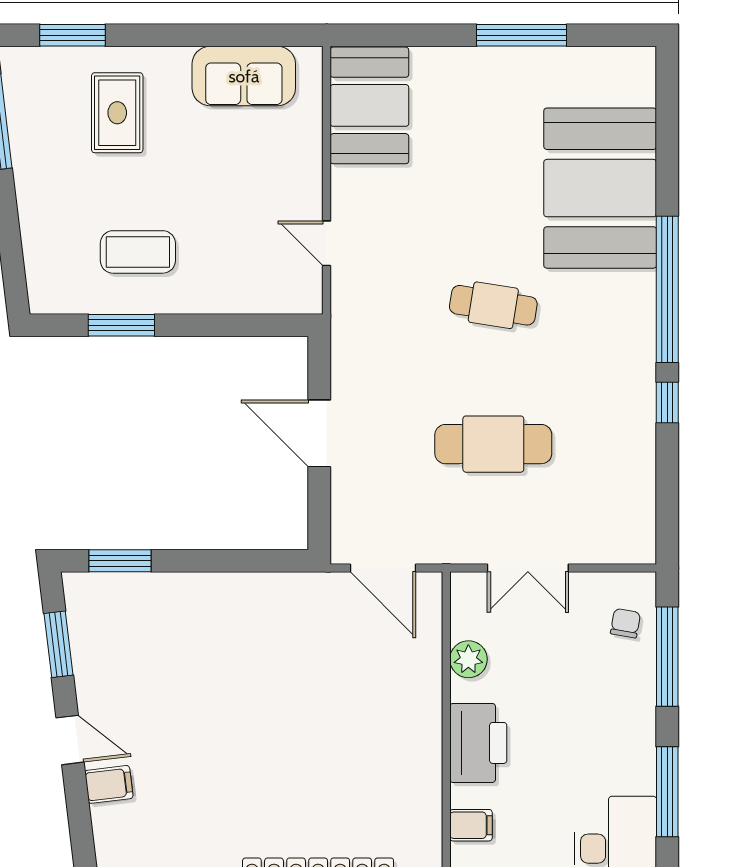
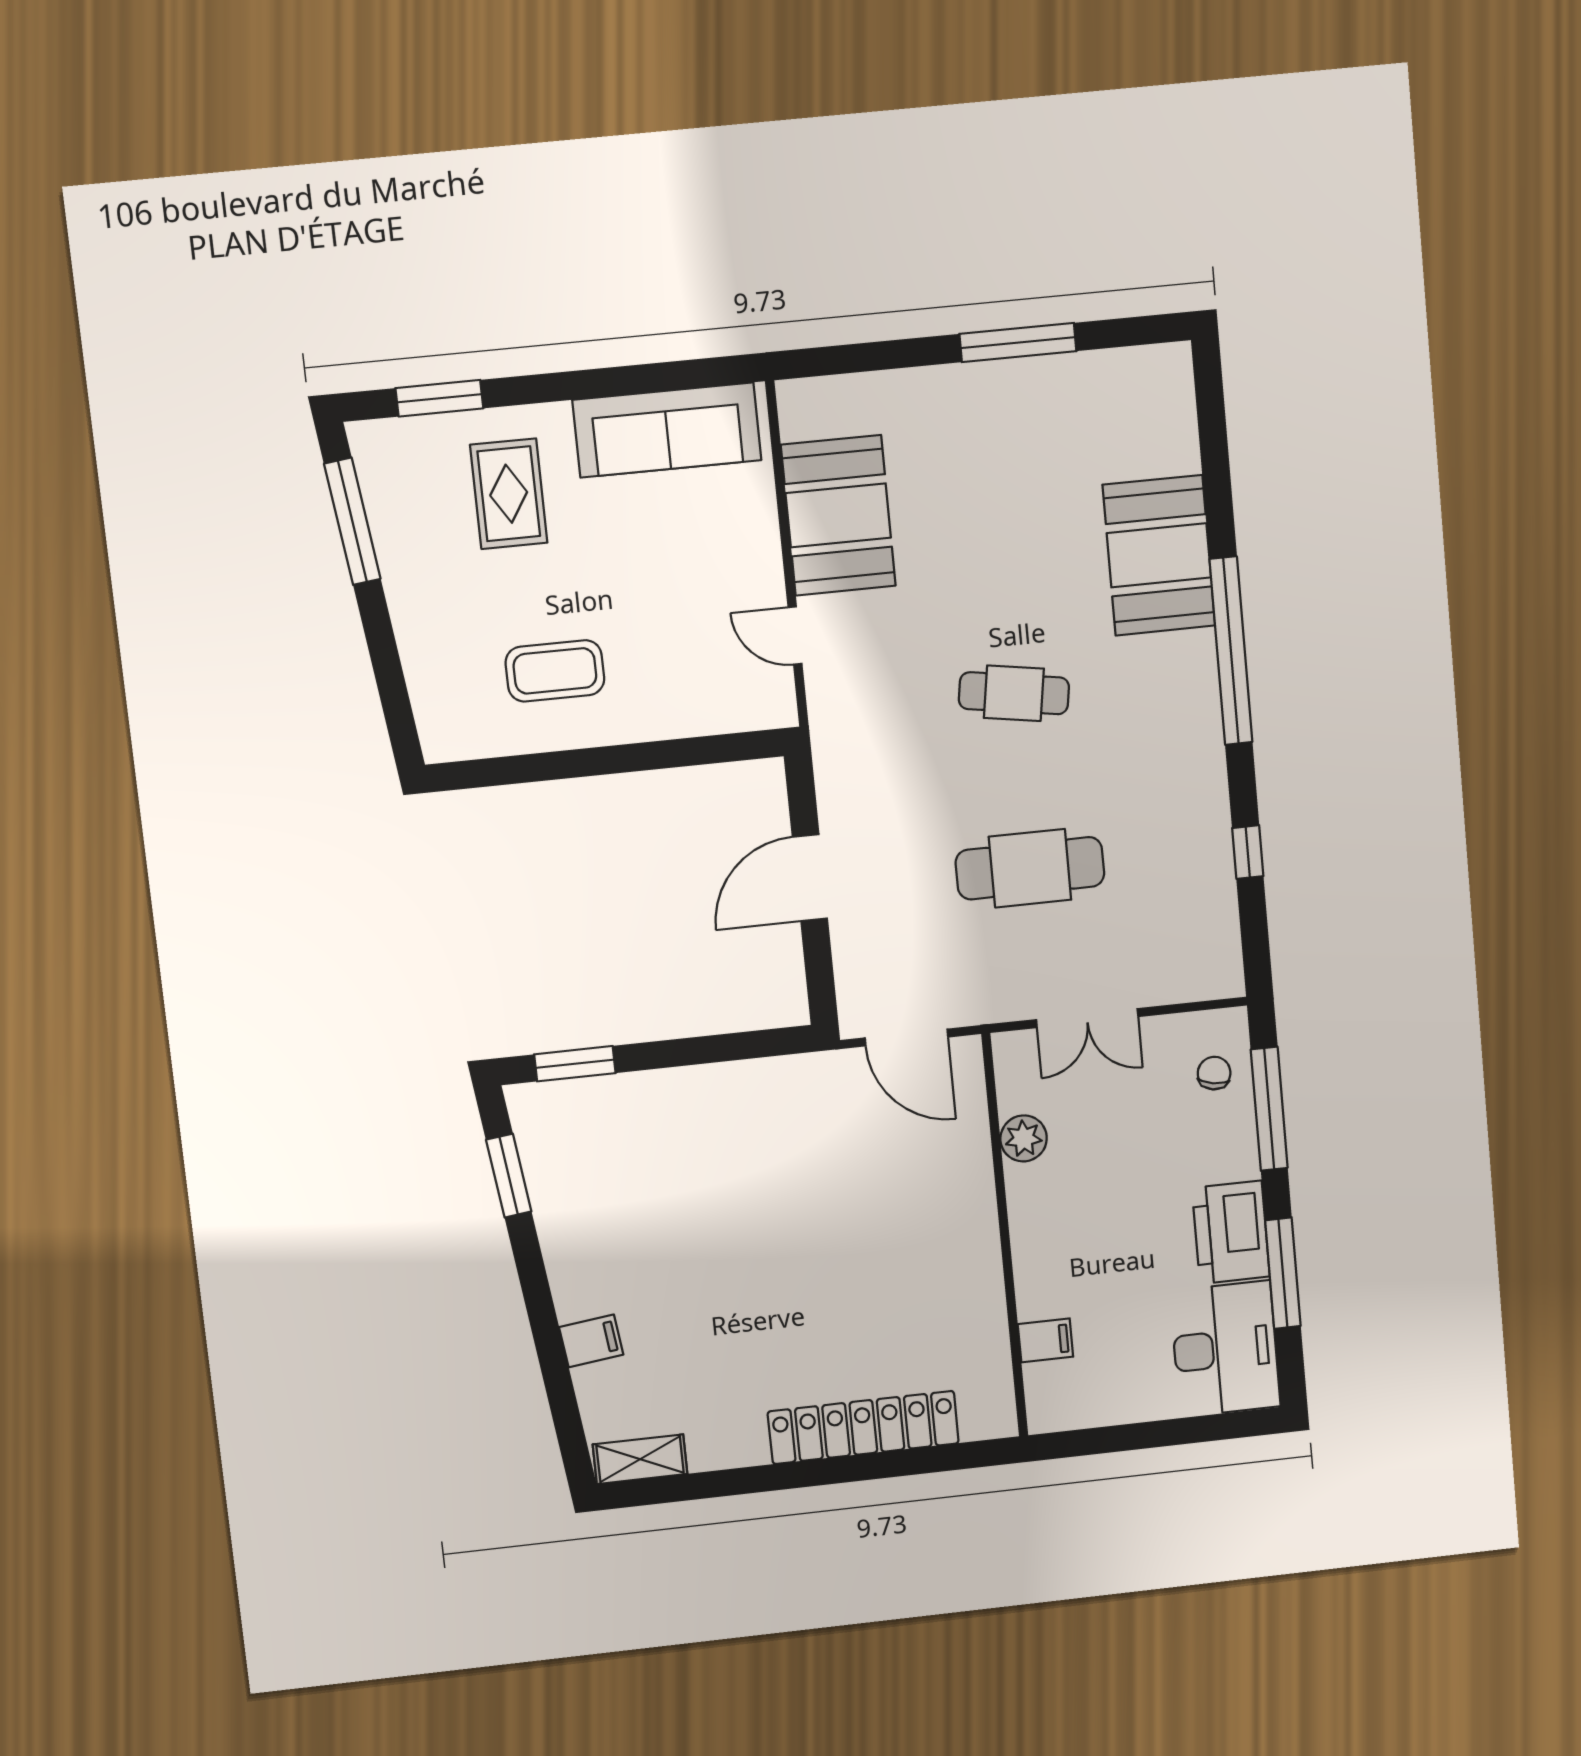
sofa: (244, 76) -> (667, 430), width x1.36
booth: (369, 105) -> (838, 515), moved
booth: (600, 188) -> (1159, 555), width x0.73, depth x0.70
window: (121, 325) -> (544, 767), removed
window: (667, 402) -> (1248, 852), moved
door: (319, 433) -> (810, 878), hinge flipped
door: (70, 740) -> (536, 1292), removed
printer: (478, 743) -> (1231, 1232), moved, turned 180

